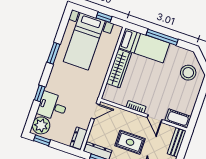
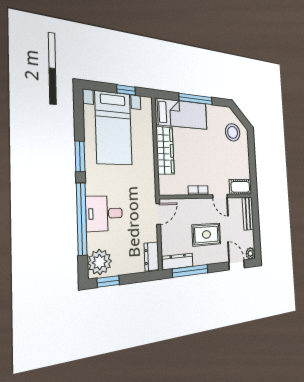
window: (40, 93) -> (82, 219), width x3.17
desk: (52, 106) -> (104, 213), moved

